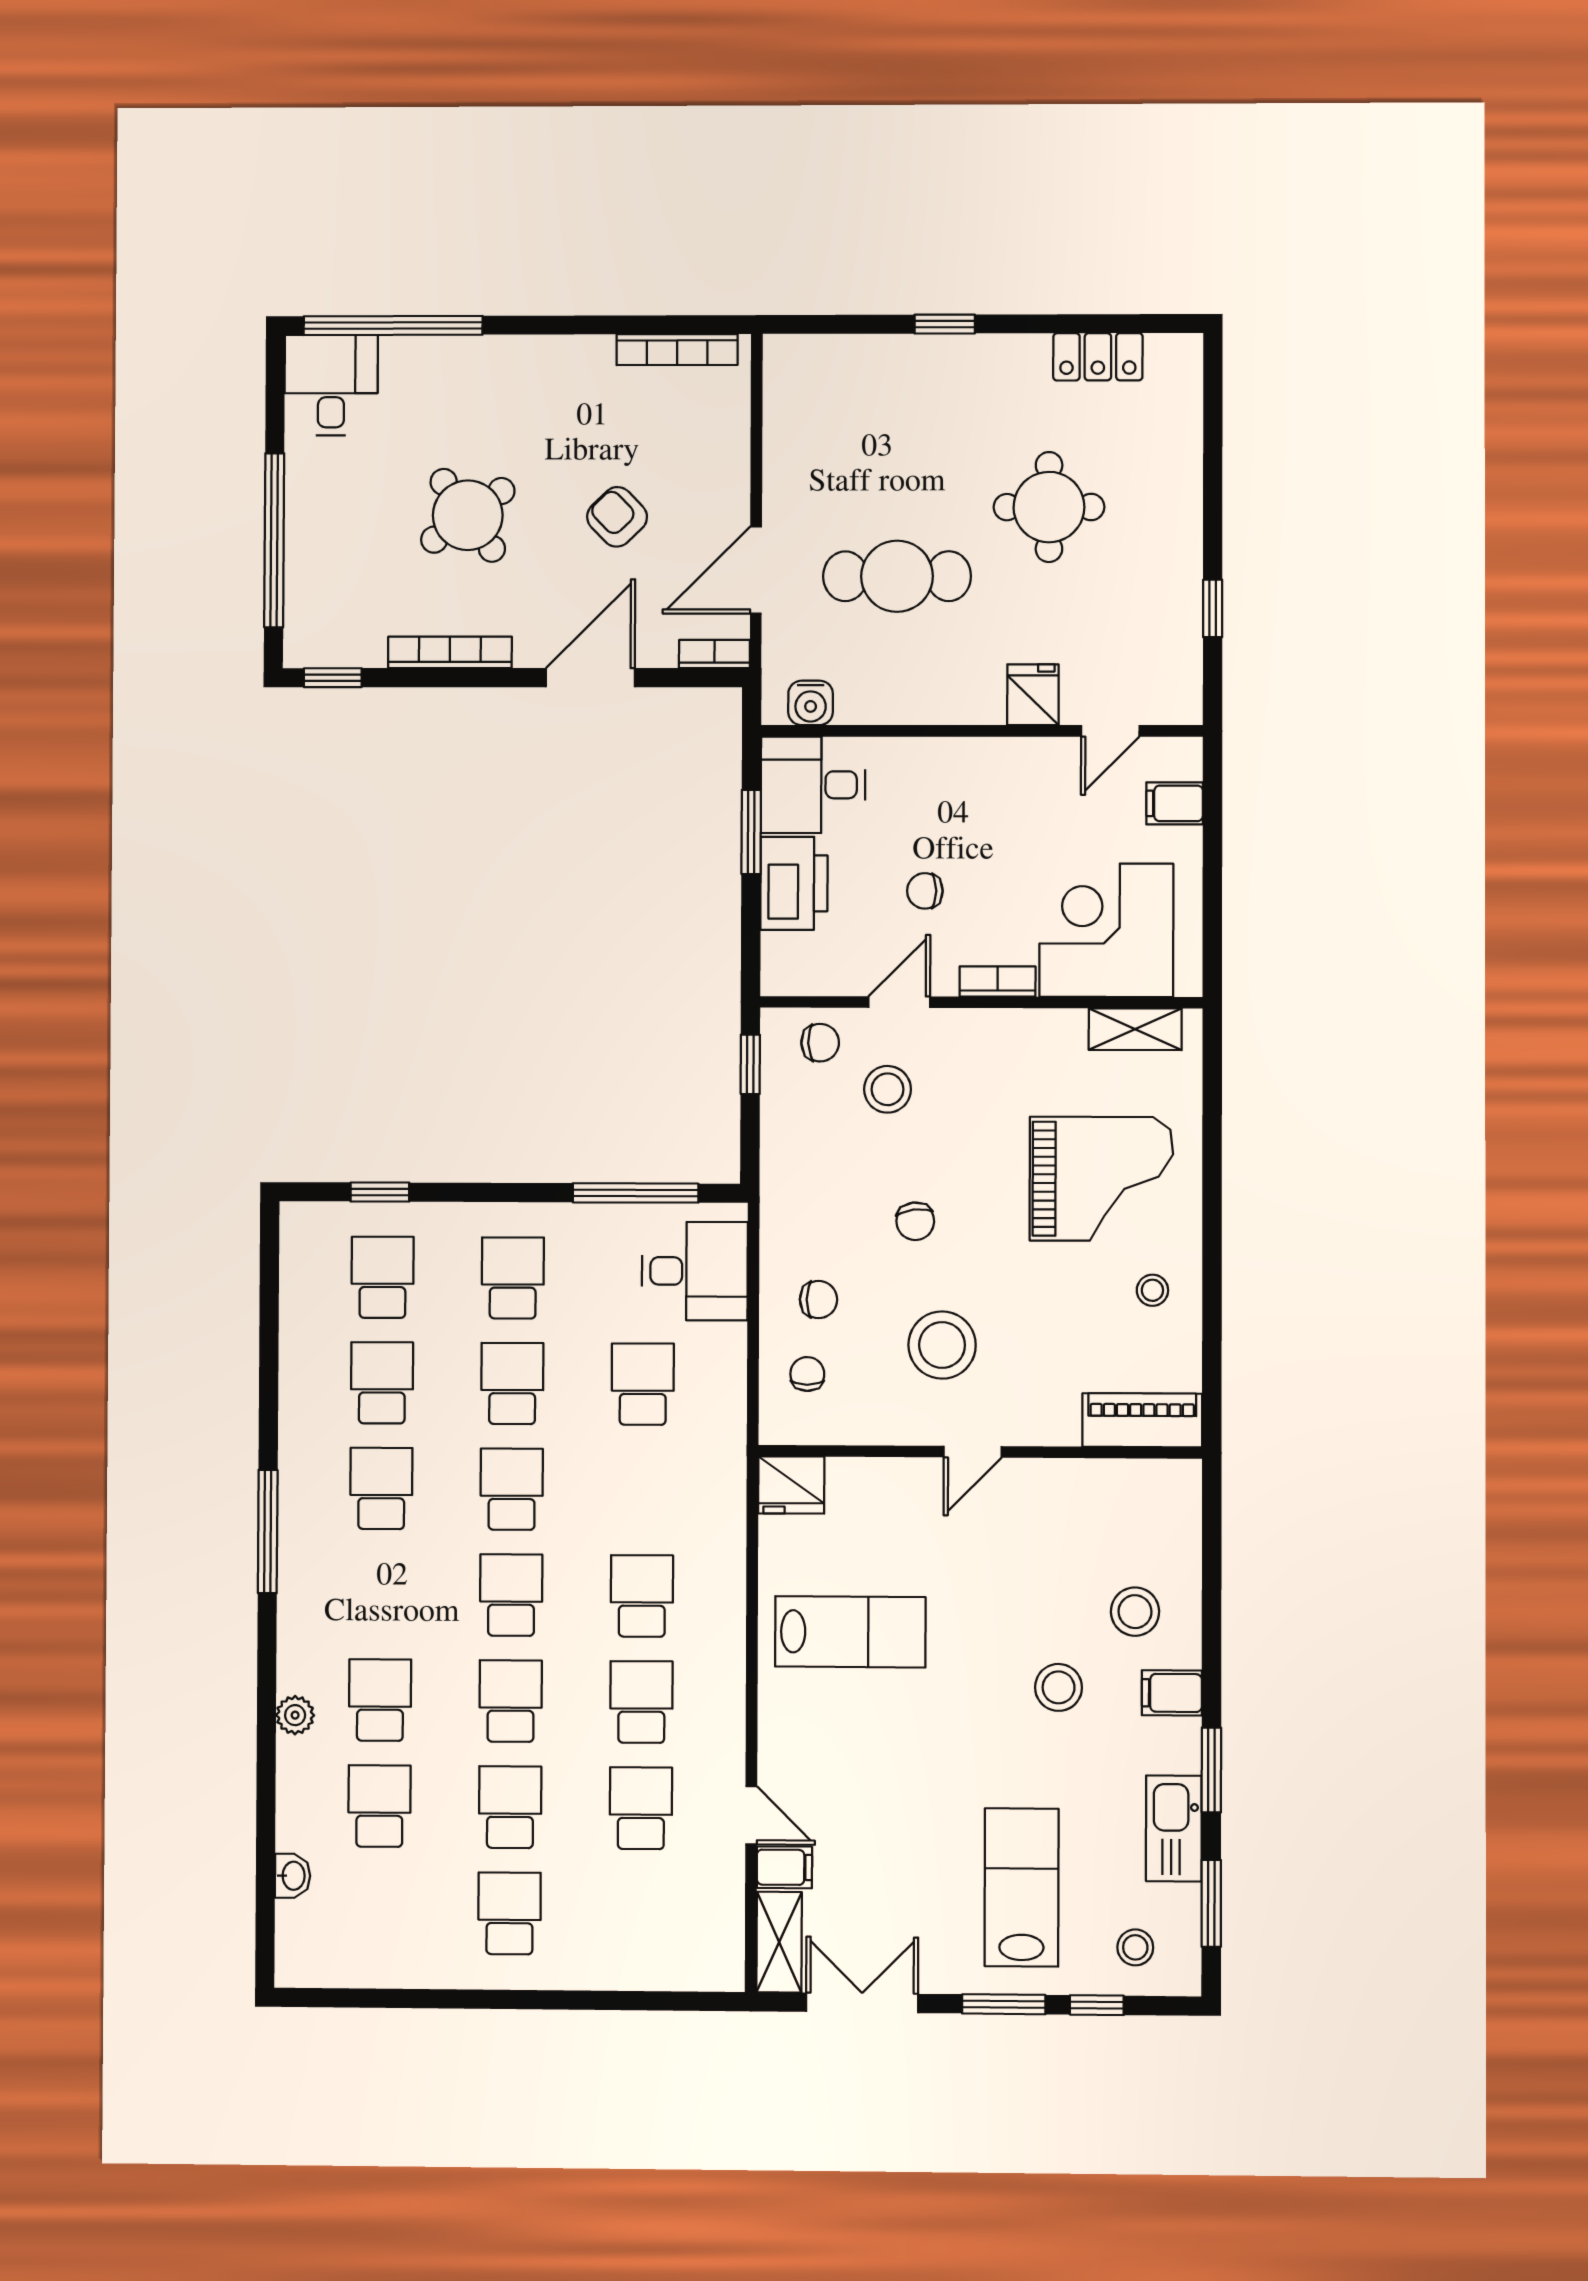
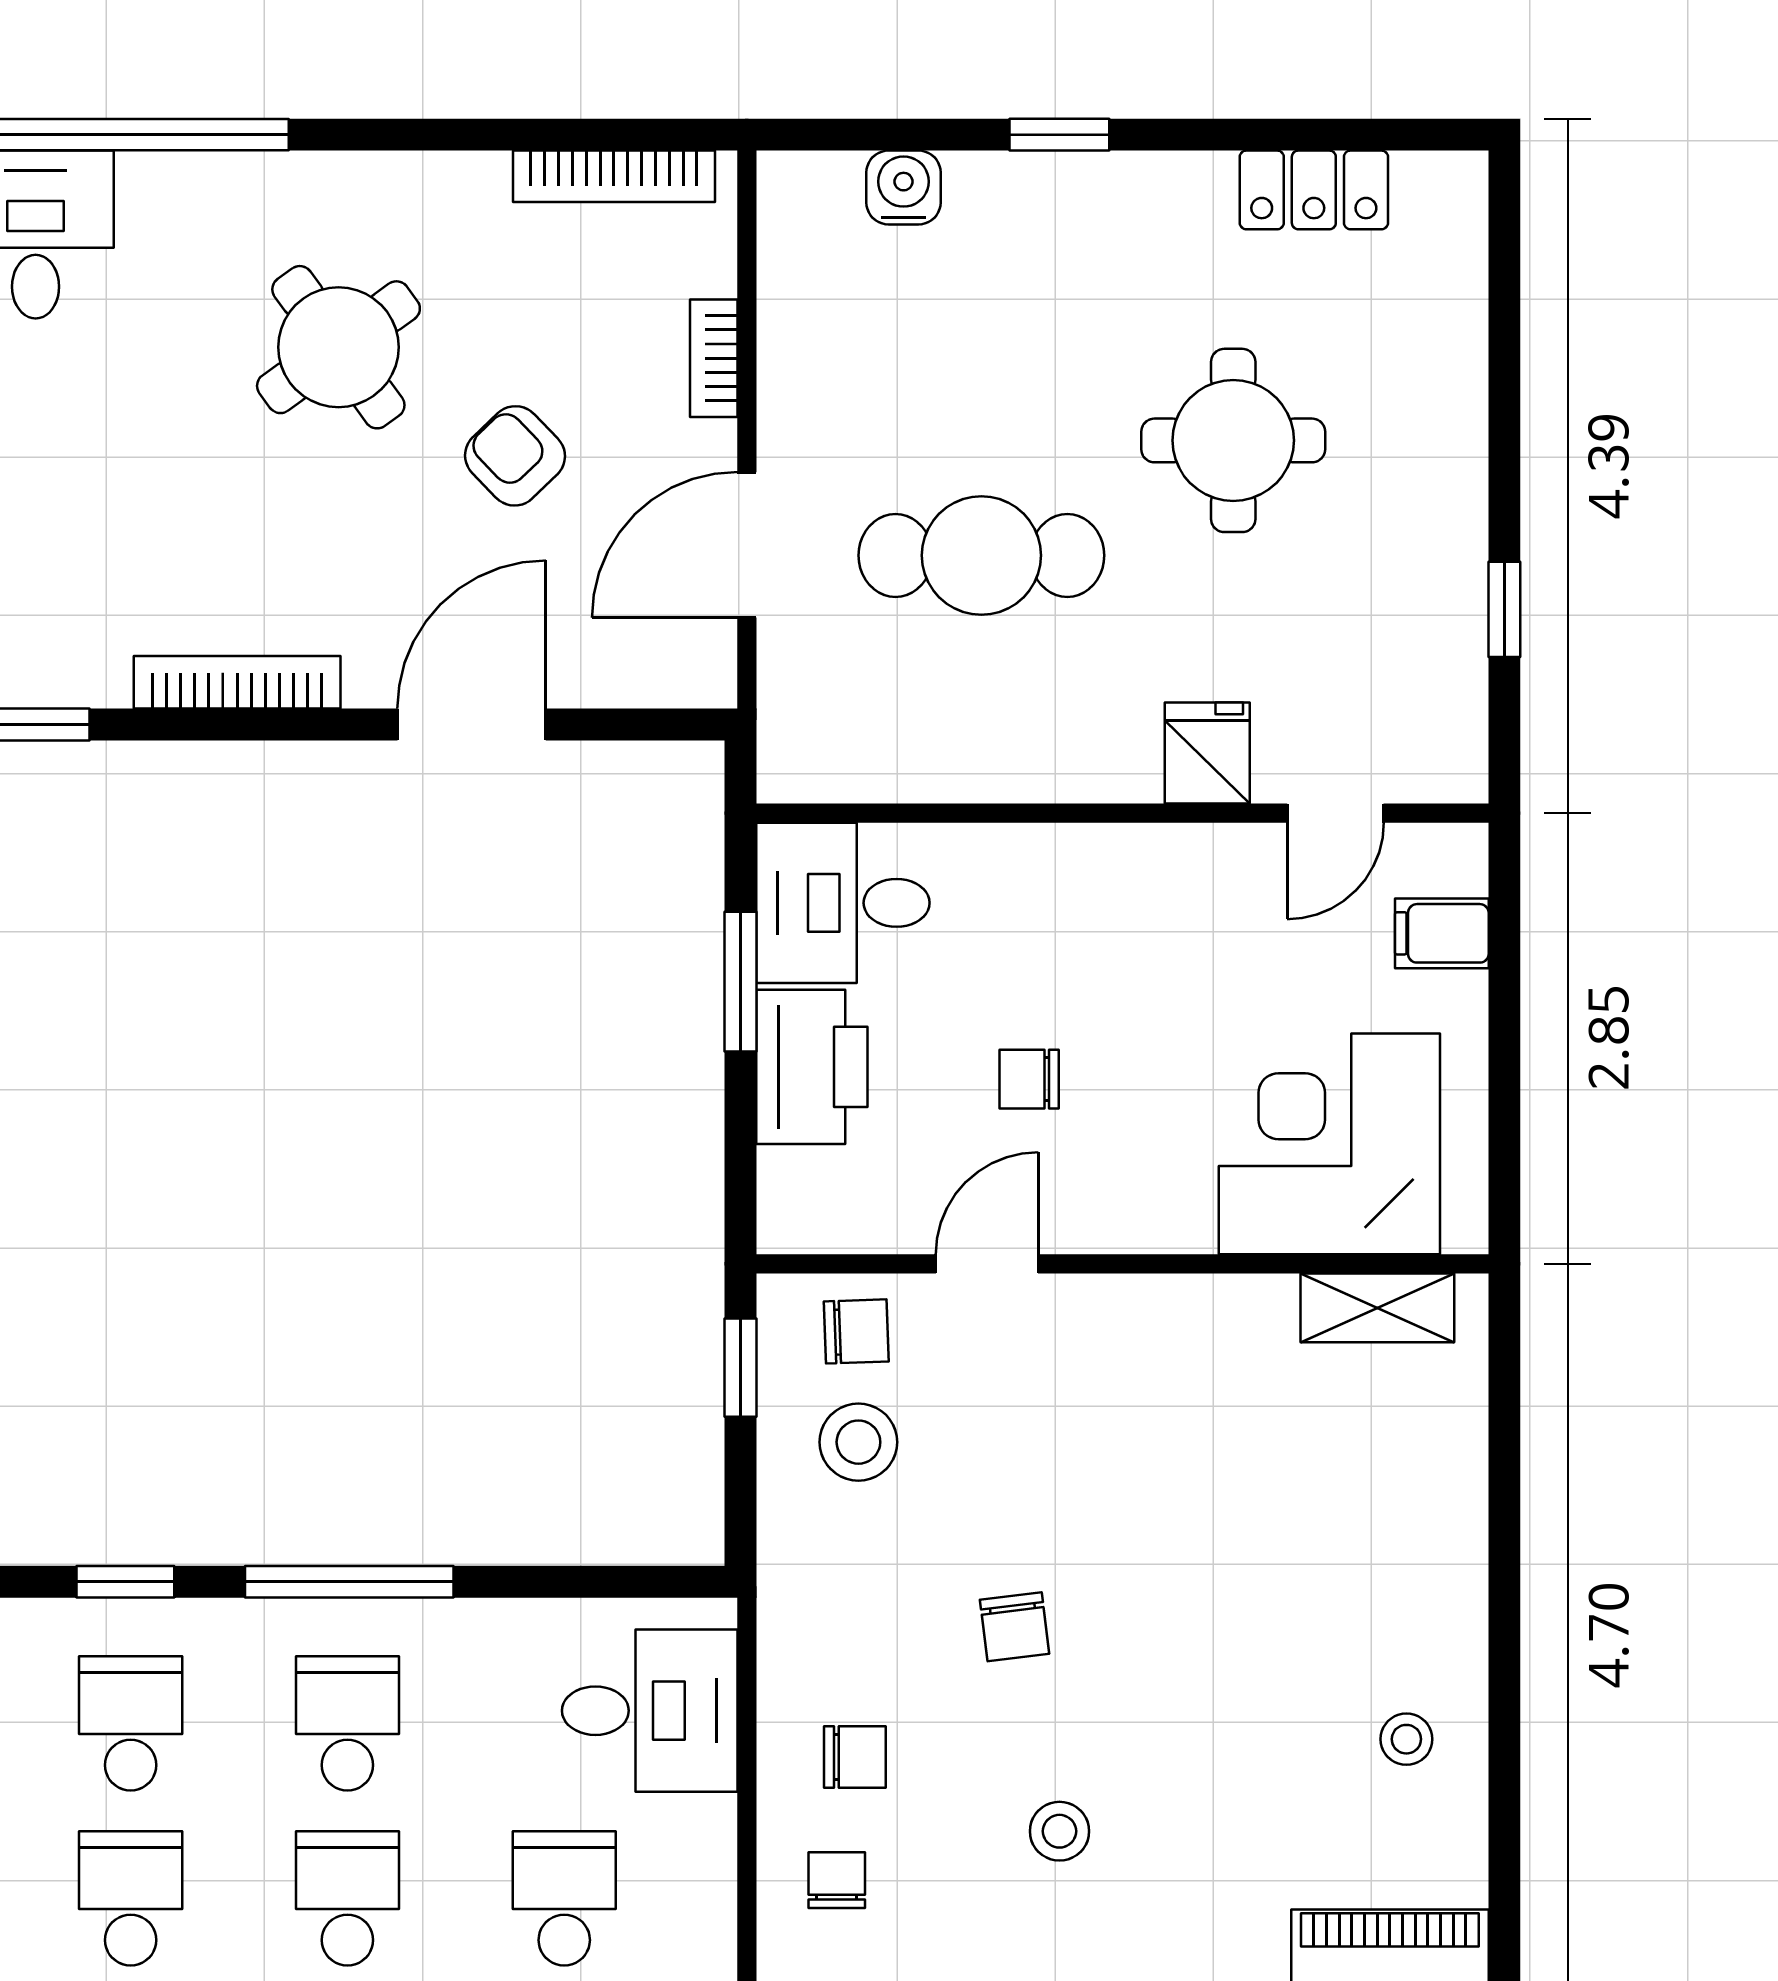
round table: (468, 515) -> (338, 347), moved
bookcase: (714, 654) -> (714, 358), moved, turned -90
water cooler: (811, 703) -> (904, 187), moved, turned 180
bookcase: (998, 981) -> (1150, 1229), removed
stool: (888, 1089) -> (858, 1442), moved
grand piano: (1101, 1179) -> (1322, 1556), removed
window: (636, 1193) -> (349, 1582), moved
stool: (942, 1345) -> (1059, 1831), width x0.53, depth x0.53

